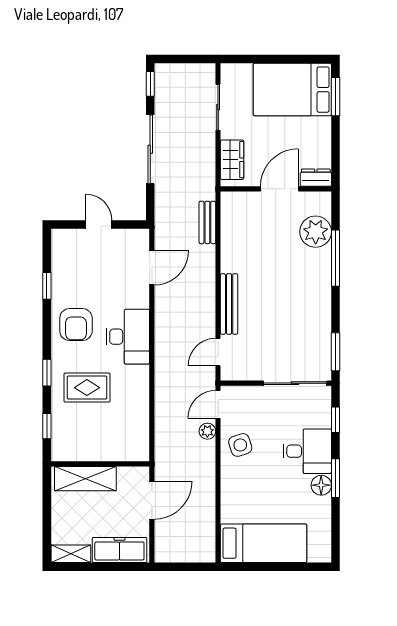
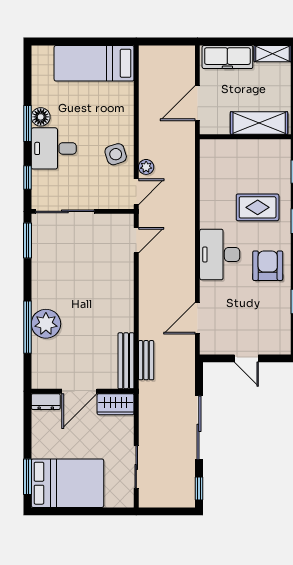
wardrobe: (232, 160) -> (116, 404), moved, turned -90
plant: (316, 232) -> (46, 324), moved
bench: (229, 304) -> (126, 361), moved

